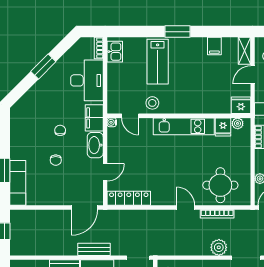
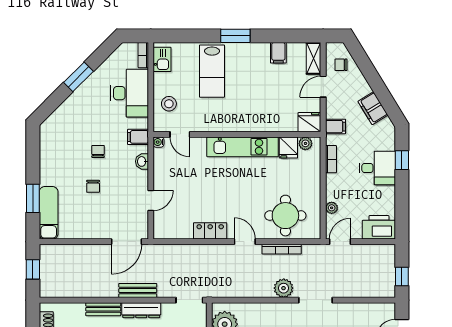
stool: (152, 103) -> (169, 104), moved
filing cabinet: (94, 118) -> (138, 137), width x0.50
washbasin: (95, 145) -> (142, 161), width x0.52, depth x0.69
locker: (129, 198) -> (210, 231), moved, width x0.66

